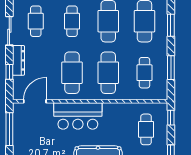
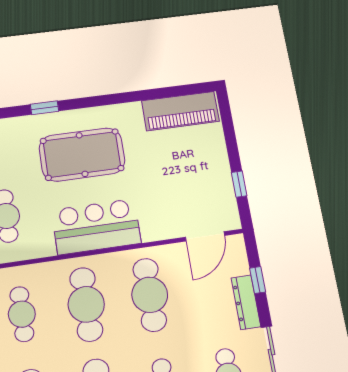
bar counter: (78, 116) -> (96, 227), moved
window: (9, 129) -> (239, 184), width x0.46

